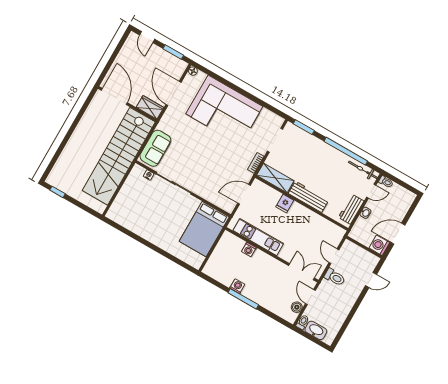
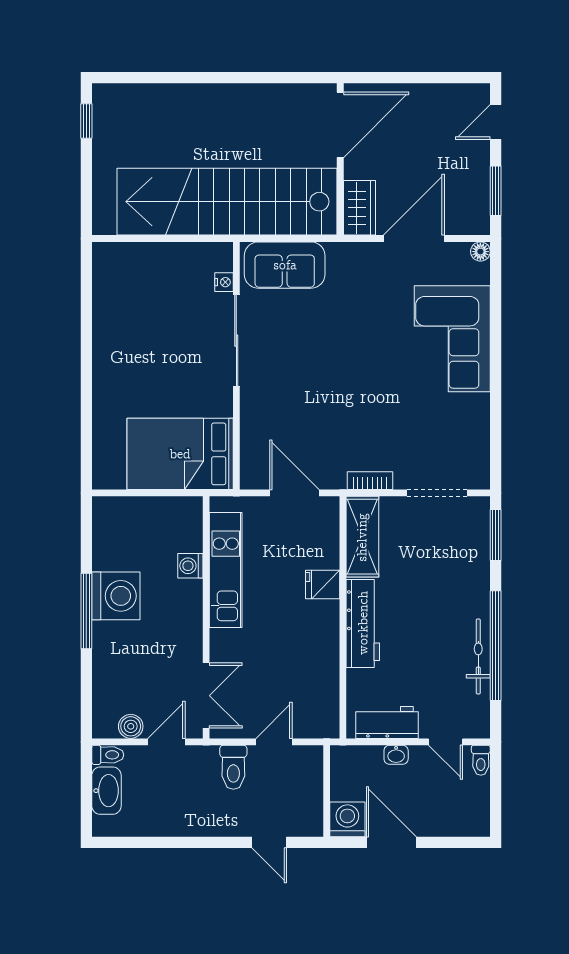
corner sofa: (224, 110) -> (452, 339), width x0.73, depth x0.74
bicycle: (363, 170) -> (478, 656), moved
washing machine: (237, 286) -> (116, 596), width x1.89, depth x1.89

